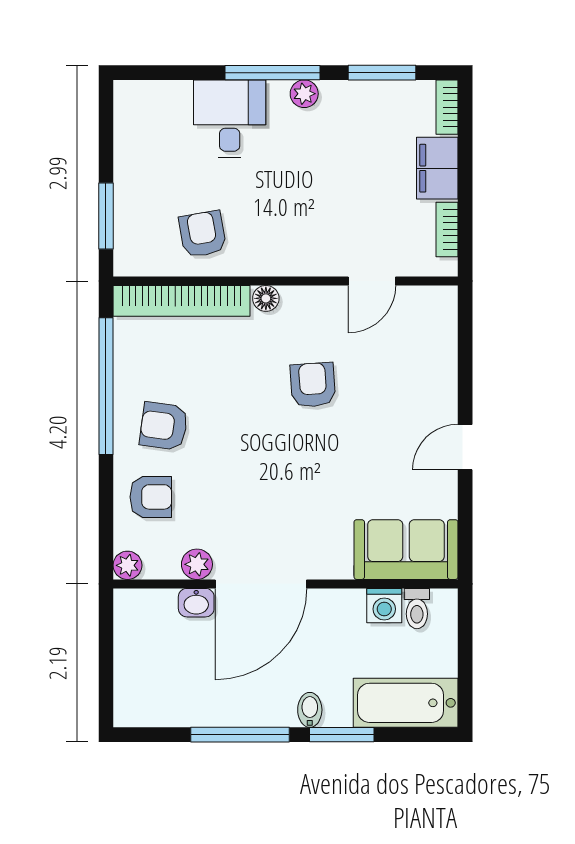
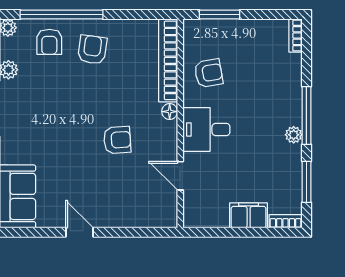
desk: (230, 119) -> (206, 129), moved, turned 180
bookcase: (447, 229) -> (295, 36), moved, turned -90
window: (106, 386) -> (62, 15), moved

